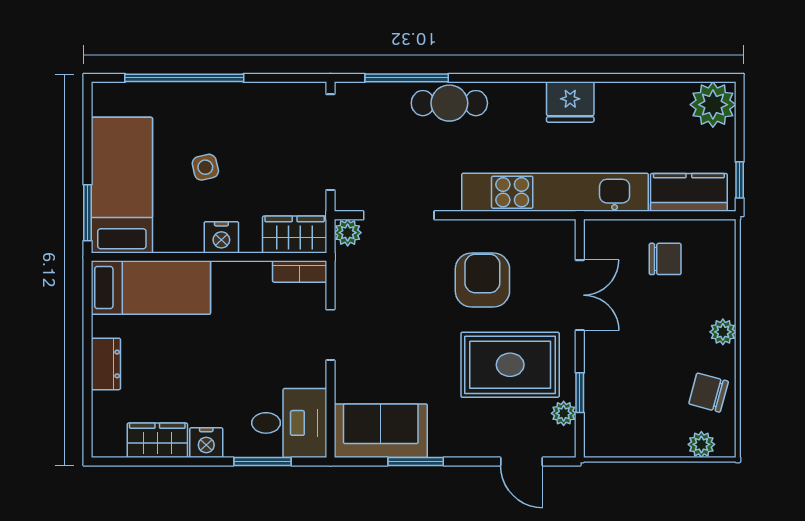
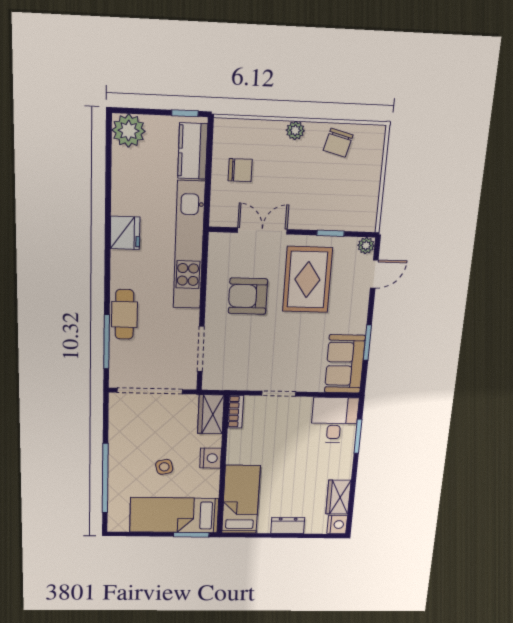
plant: (348, 233) -> (211, 382), removed
chair: (665, 259) -> (240, 170), turned 90
plant: (564, 413) -> (366, 246), moved
nightstand: (206, 443) -> (337, 525), moved
plant: (701, 444) -> (375, 149), removed

